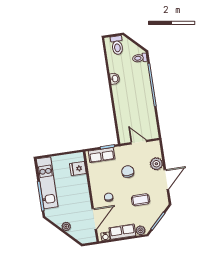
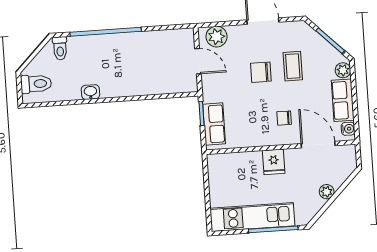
door: (139, 142) -> (198, 61), swing flipped
plant: (156, 164) -> (216, 37), moved
fridge: (78, 169) -> (274, 162), moved
chair: (128, 172) -> (261, 72), moved

